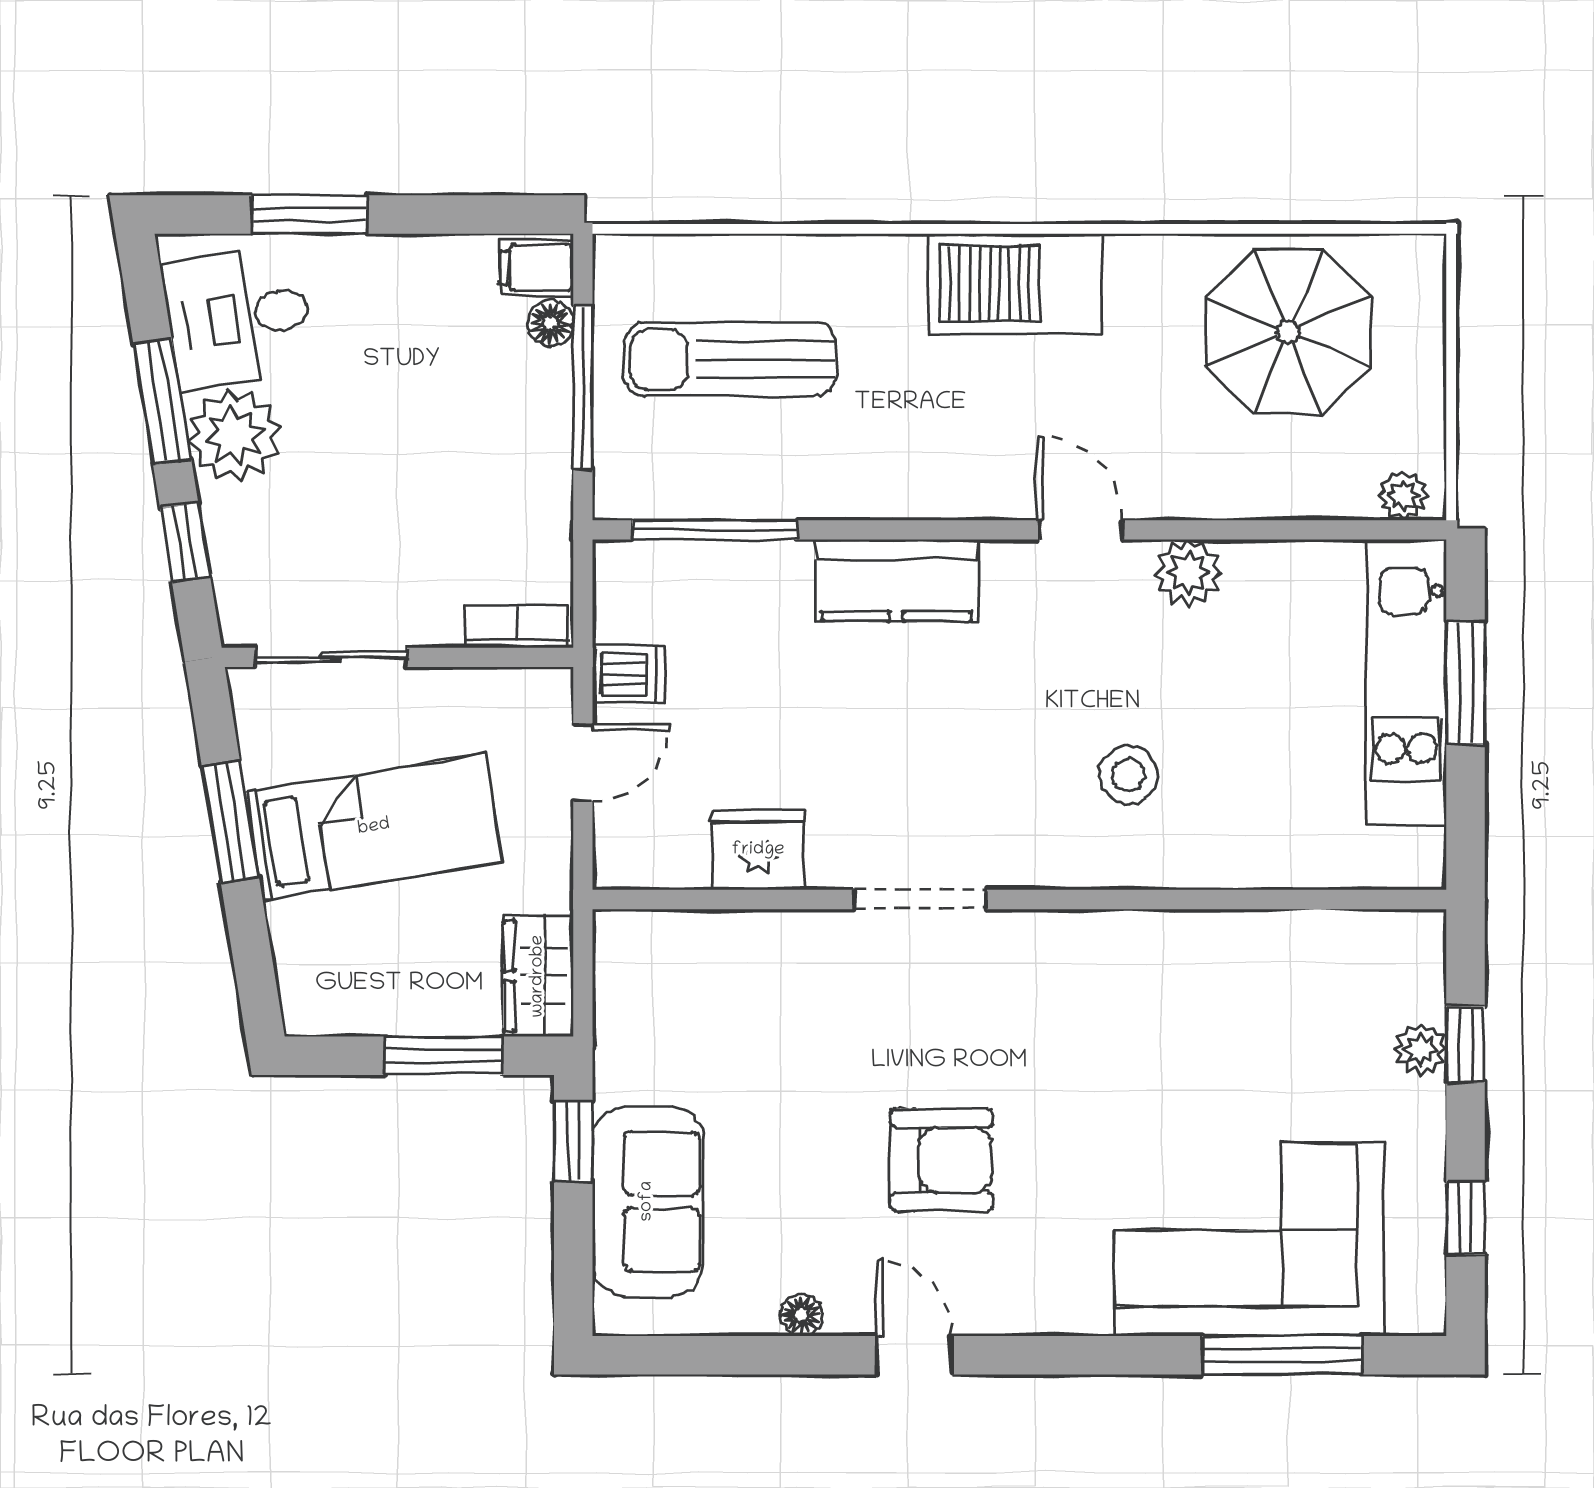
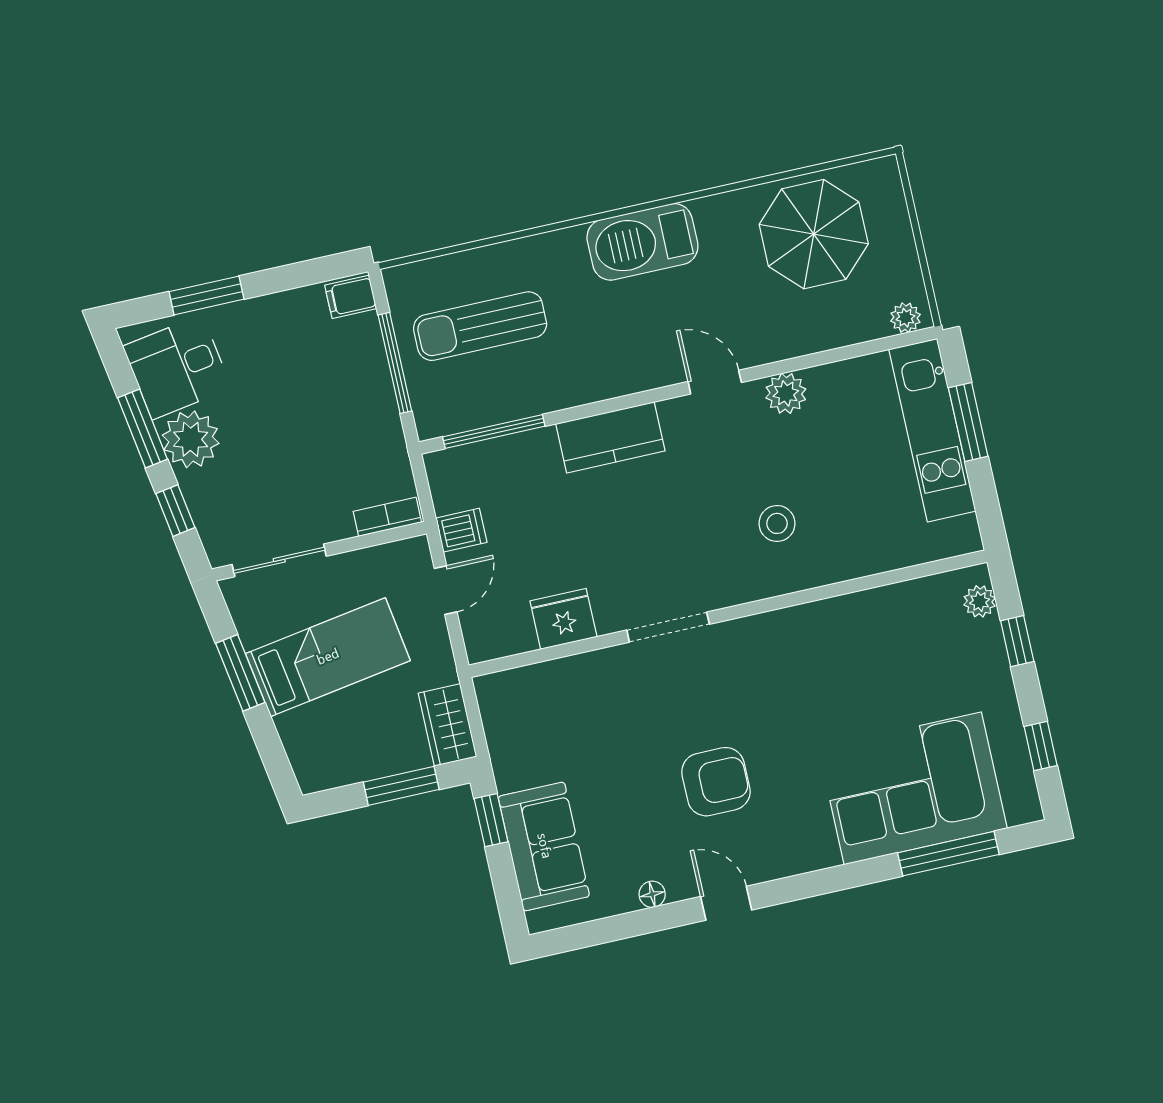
floor lamp: (550, 323) -> (367, 329), removed
plant: (1420, 1049) -> (980, 601), moved

